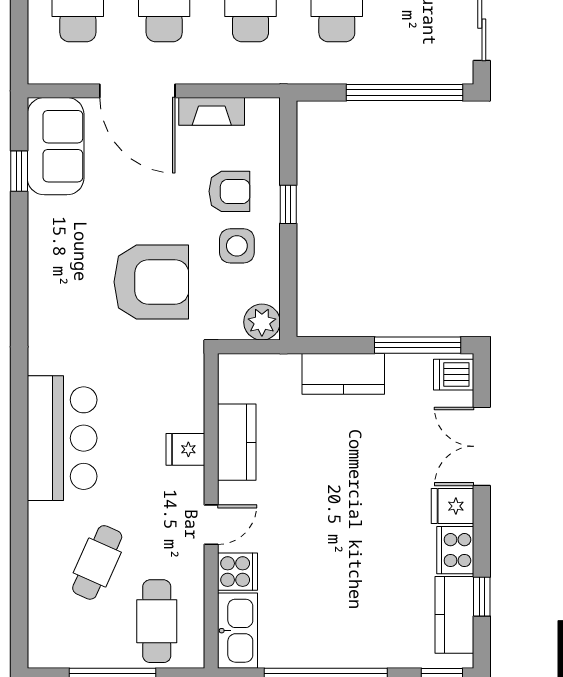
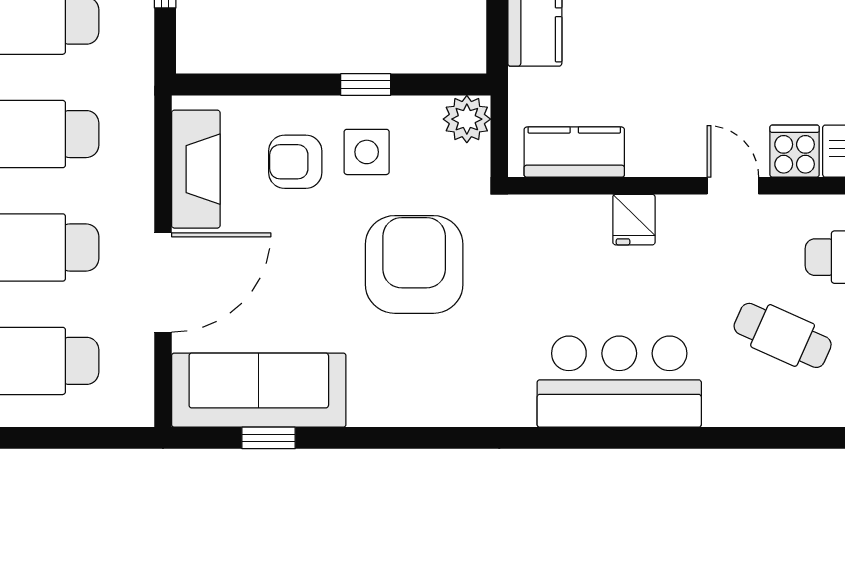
fireplace: (212, 111) -> (196, 169), width x1.37, depth x1.32
sofa: (56, 146) -> (259, 390), width x1.36
armchair: (229, 191) -> (295, 162), turned -90
window: (288, 204) -> (366, 84), moved
kitchen counter: (237, 442) -> (574, 152), moved

